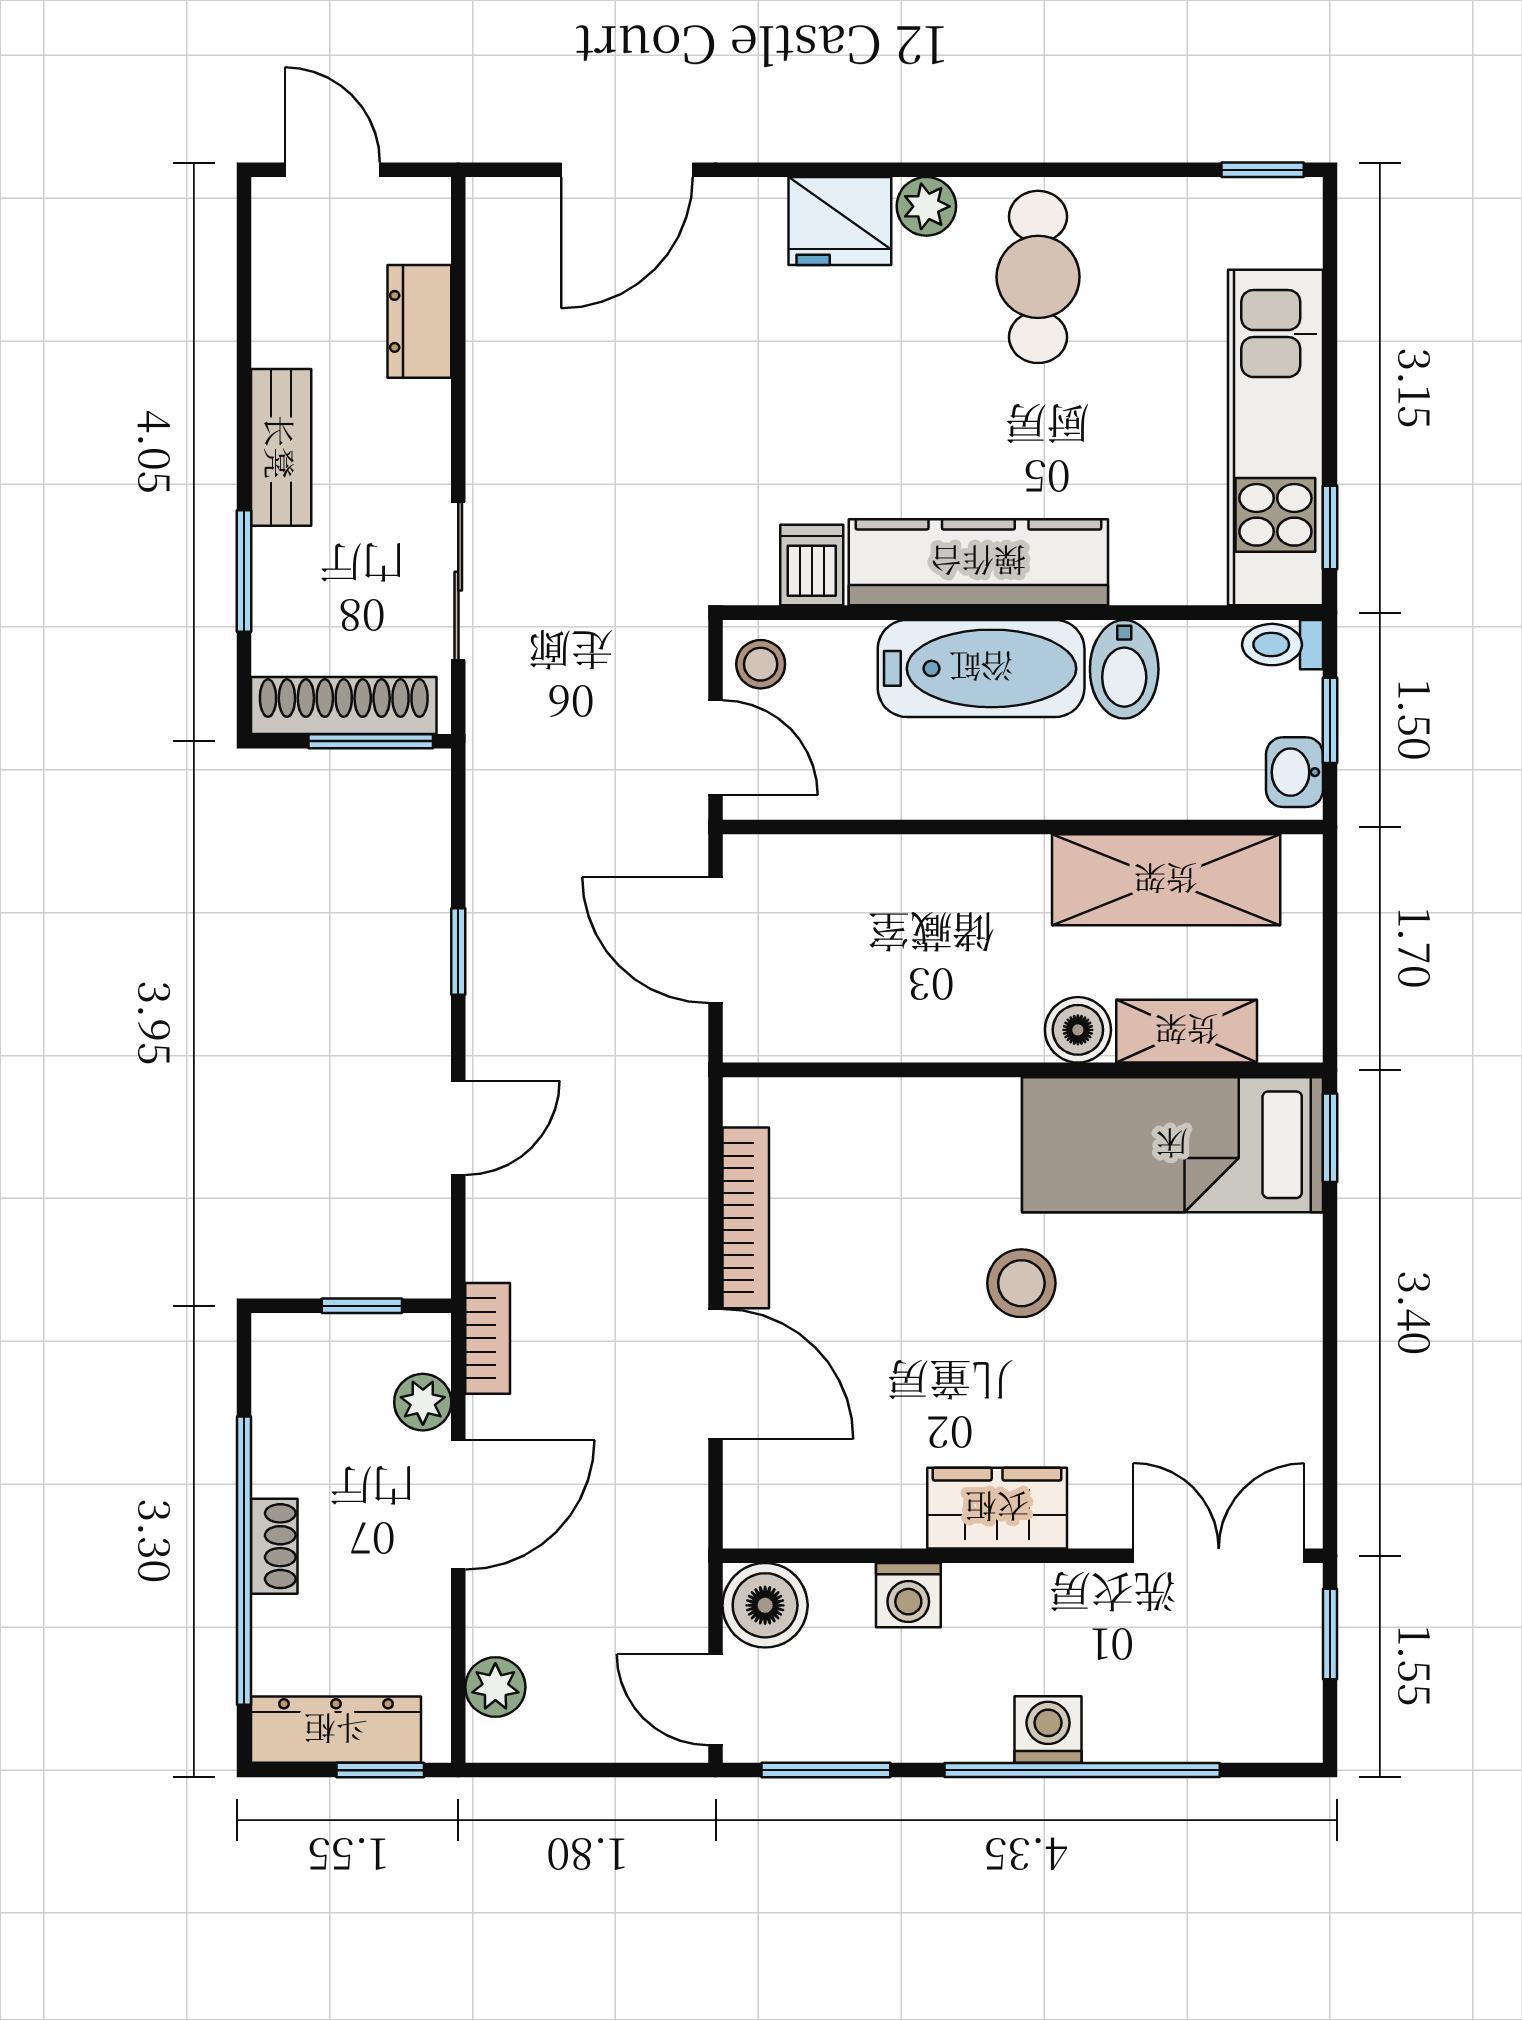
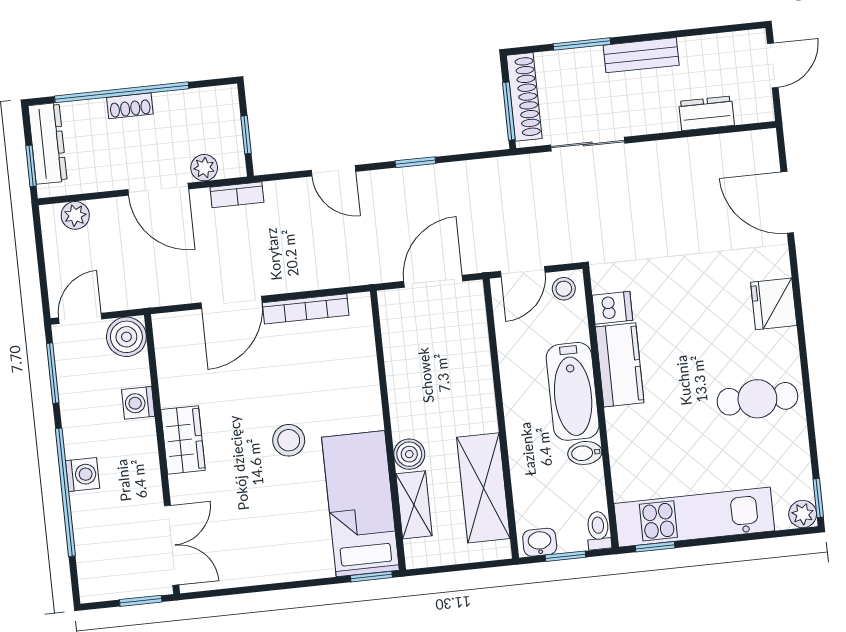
plant: (926, 206) -> (803, 514), moved
kitchen counter: (978, 562) -> (620, 365), width x0.67
bidet: (1124, 669) -> (585, 453), width x0.72, depth x0.74

